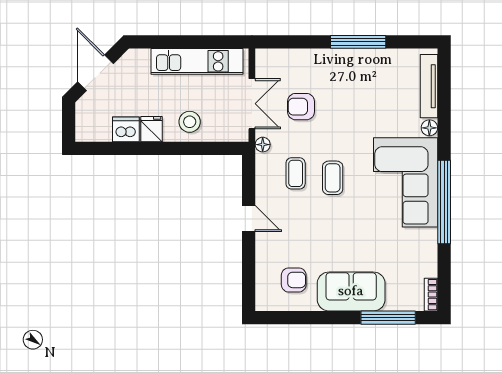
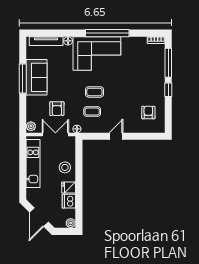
plant: (268, 57) -> (31, 126), added
door: (95, 73) -> (39, 217), hinge flipped
plant: (84, 133) -> (71, 223), added
sofa: (351, 291) -> (36, 77), moved, turned 180
window: (337, 318) -> (168, 90), added

